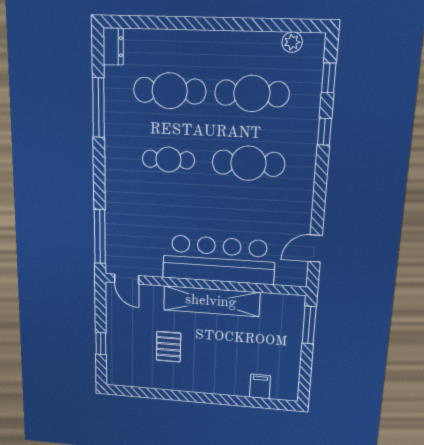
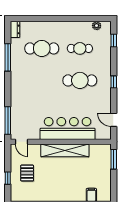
cafe table: (252, 93) -> (80, 48), width x0.73, depth x0.74
window: (324, 132) -> (114, 82), moved
cafe table: (168, 160) -> (42, 80), removed
door: (315, 248) -> (114, 120), hinge flipped
pallet: (169, 347) -> (27, 173), moved

